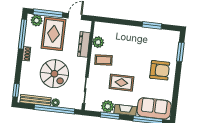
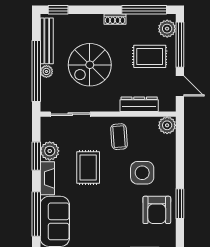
rug: (53, 34) -> (150, 56), width x0.73, depth x0.70
plant: (98, 42) -> (167, 125), moved
side table: (129, 48) -> (142, 173), added
armchair: (160, 70) -> (157, 210), moved

